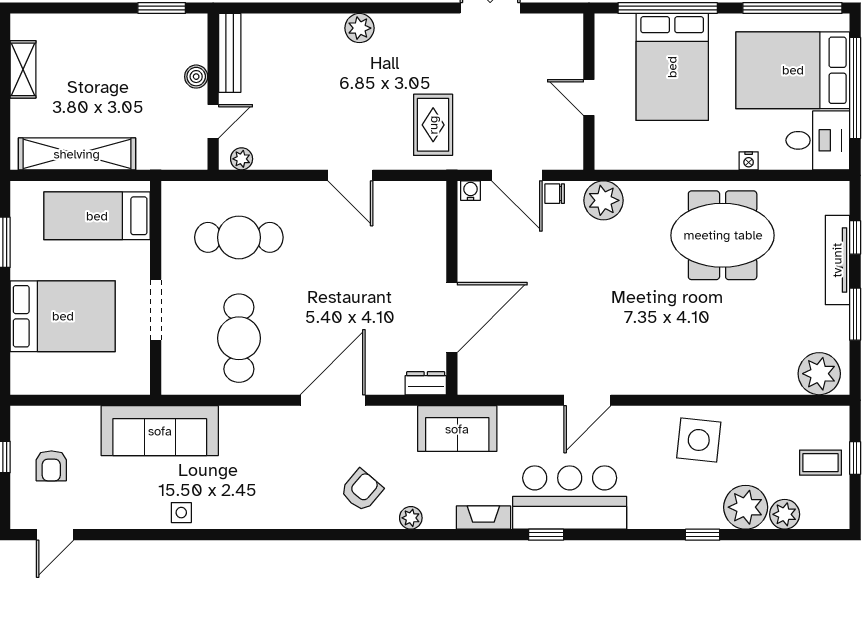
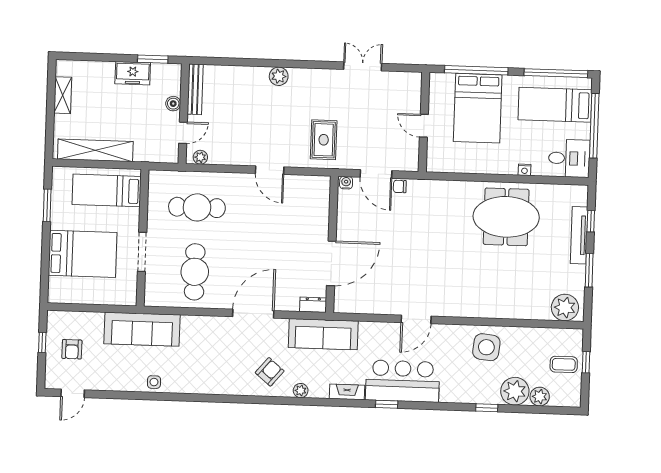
freezer: (131, 31) -> (133, 73), added
bed: (793, 70) -> (555, 105), width x0.67
plant: (604, 200) -> (431, 192), removed
sofa: (457, 429) -> (323, 334), width x1.36

